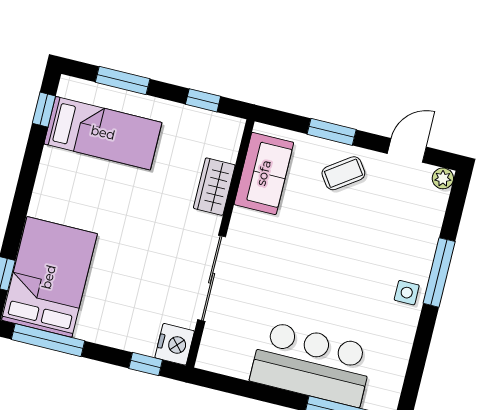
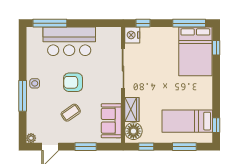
floor lamp: (222, 140) -> (133, 131), added
coffee table: (343, 173) -> (71, 113), moved
armchair: (325, 275) -> (73, 82), added

